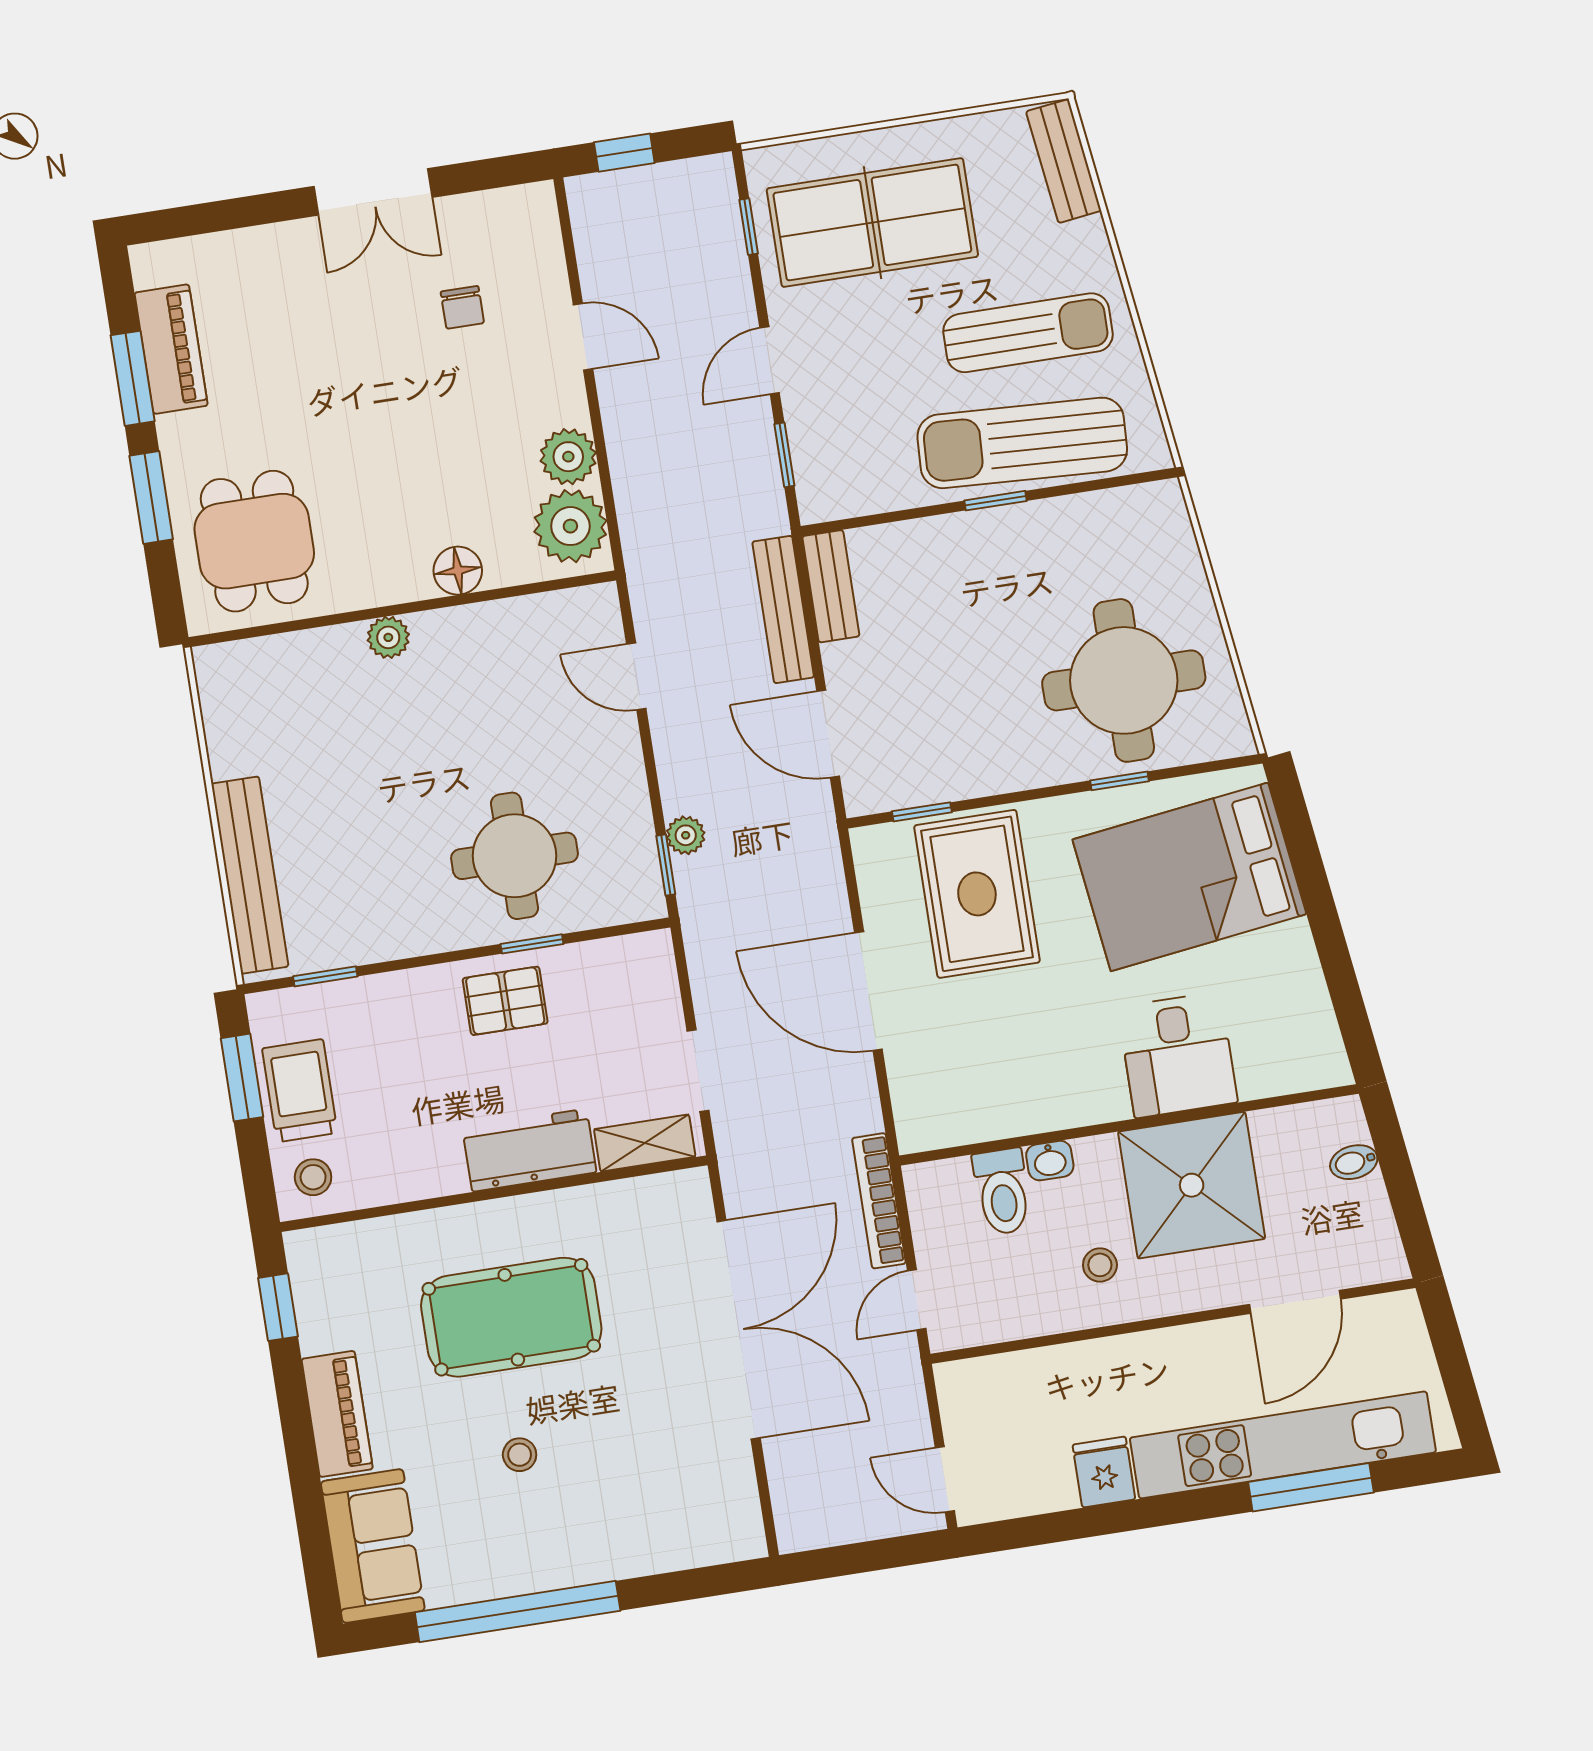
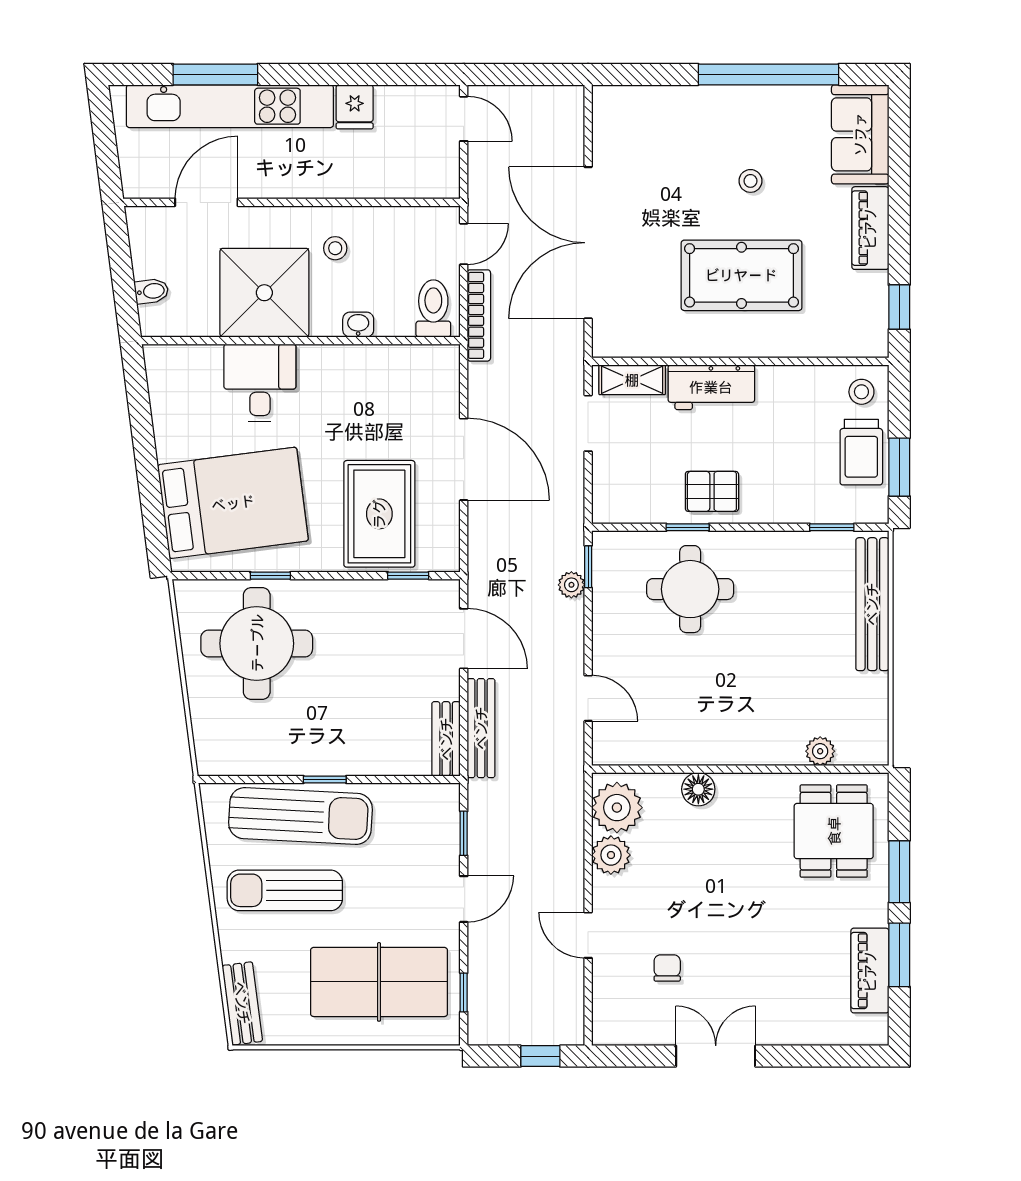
plant: (388, 637) -> (820, 751), moved
toilet: (1002, 1192) -> (433, 308), moved

